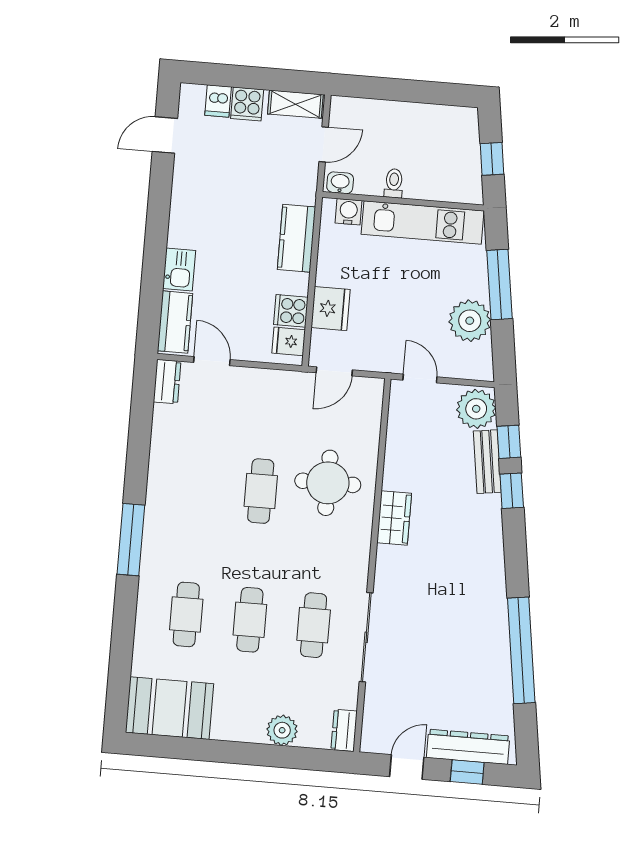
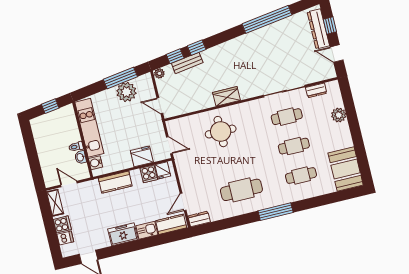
washbasin: (340, 183) -> (80, 157), moved
freezer: (187, 219) -> (123, 234), added
window: (499, 285) -> (120, 78), moved
door: (420, 379) -> (160, 106), hinge flipped
plant: (476, 409) -> (159, 73), width x0.53, depth x0.53
cafe table: (261, 491) -> (241, 190), moved, width x1.37, depth x1.35
dresser: (344, 730) -> (316, 90), moved

